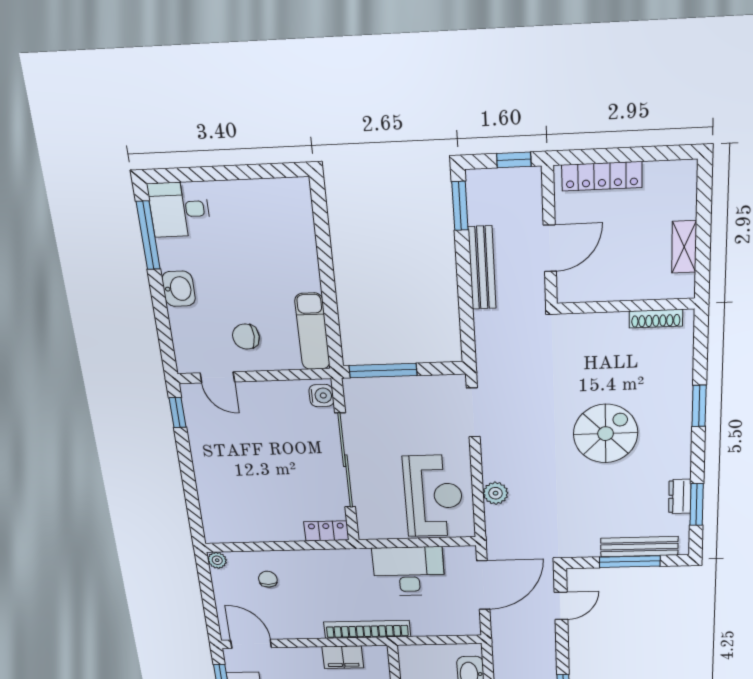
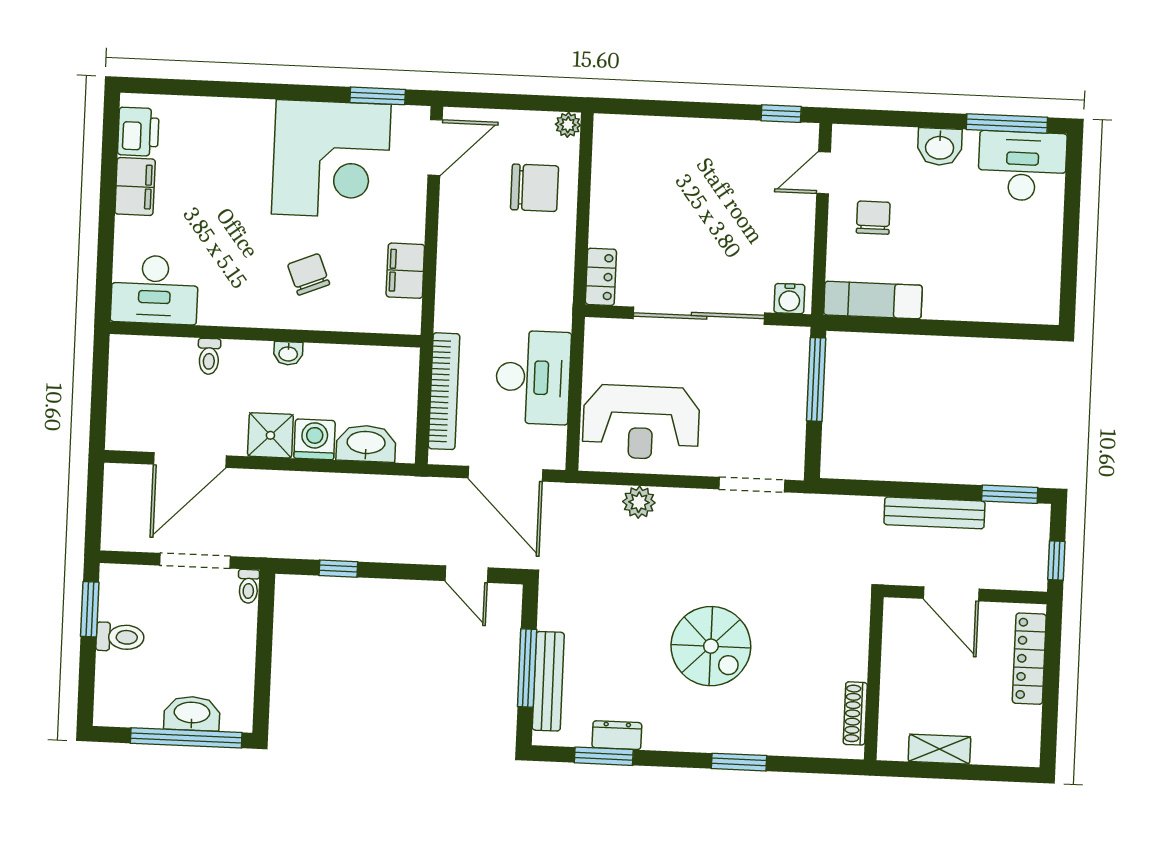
desk: (179, 209) -> (1022, 166), width x1.37
chair: (268, 579) -> (535, 188), width x1.87, depth x1.87
bookcase: (367, 629) -> (444, 391), moved

